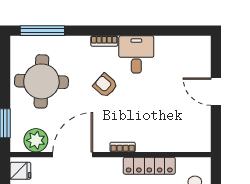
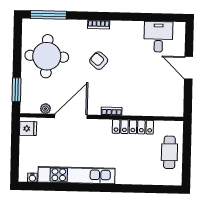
desk: (136, 54) -> (158, 37), moved
plant: (36, 140) -> (46, 109), width x0.53, depth x0.53

